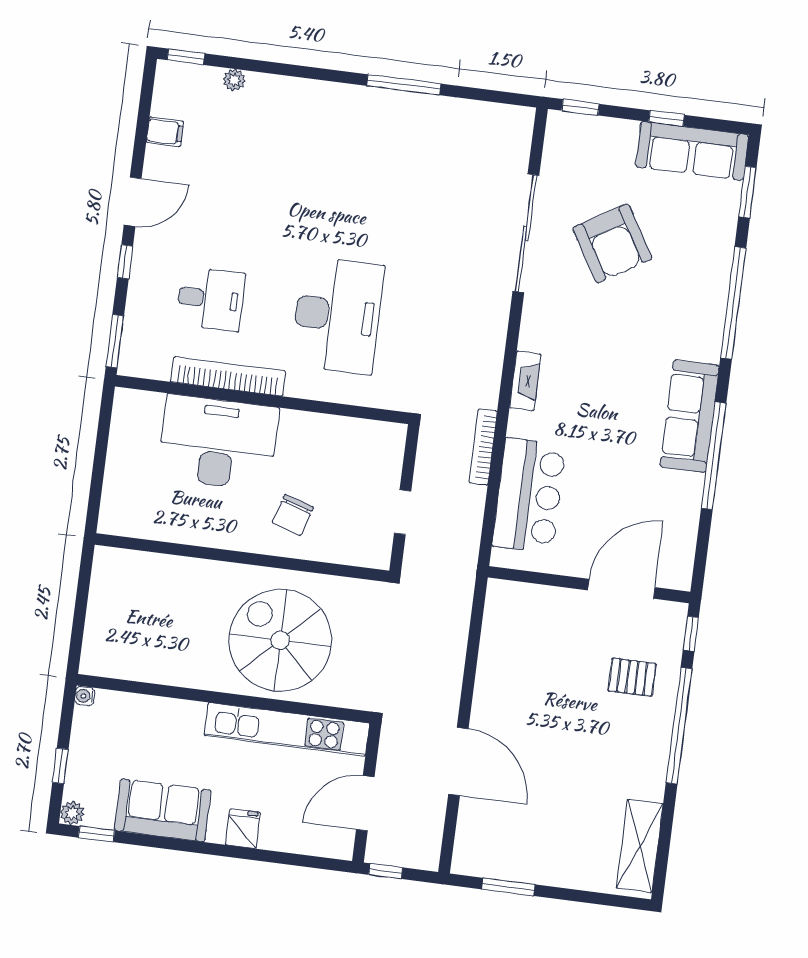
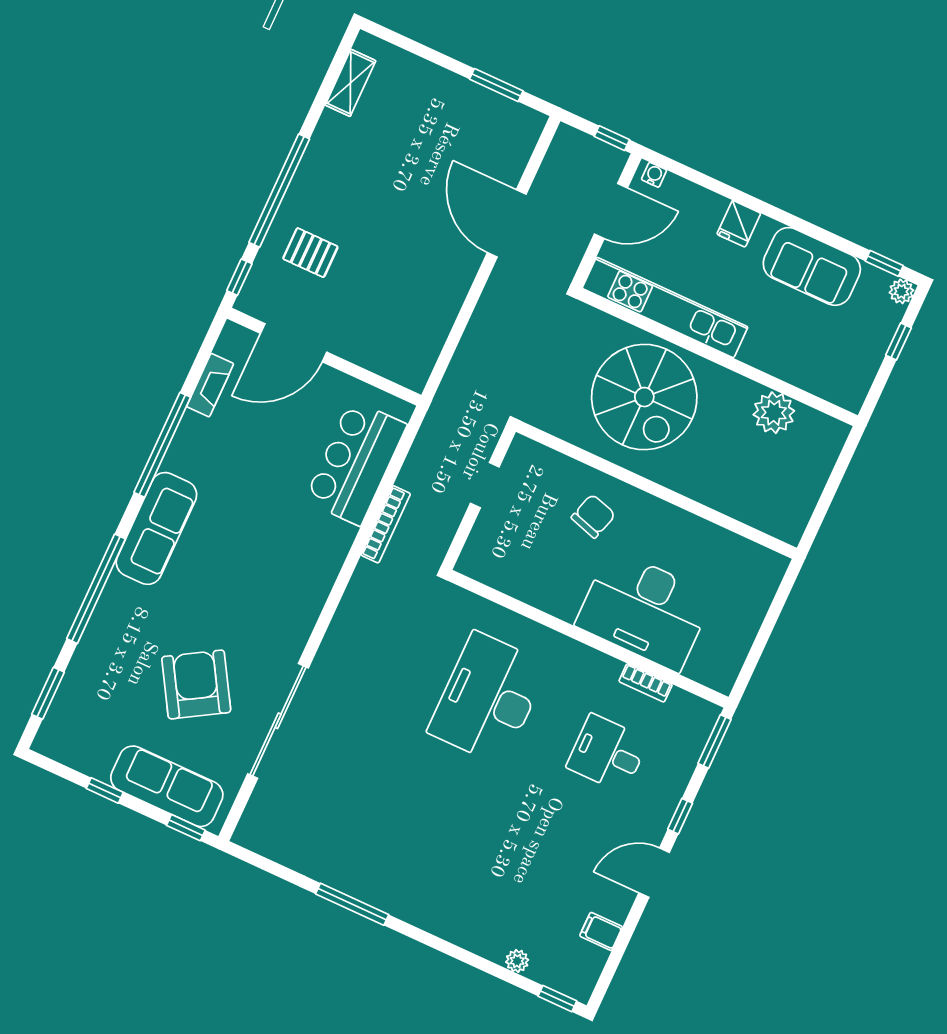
sofa: (692, 151) -> (167, 786), moved
bookcase: (228, 376) -> (646, 683), width x0.43, depth x0.76
fireplace: (525, 381) -> (210, 385), moved, turned 180
sofa: (690, 416) -> (156, 528), moved
plant: (155, 663) -> (774, 413), added
water cooler: (85, 696) -> (654, 175), moved, turned -90
shelving: (640, 846) -> (350, 83), width x0.67, depth x0.75

